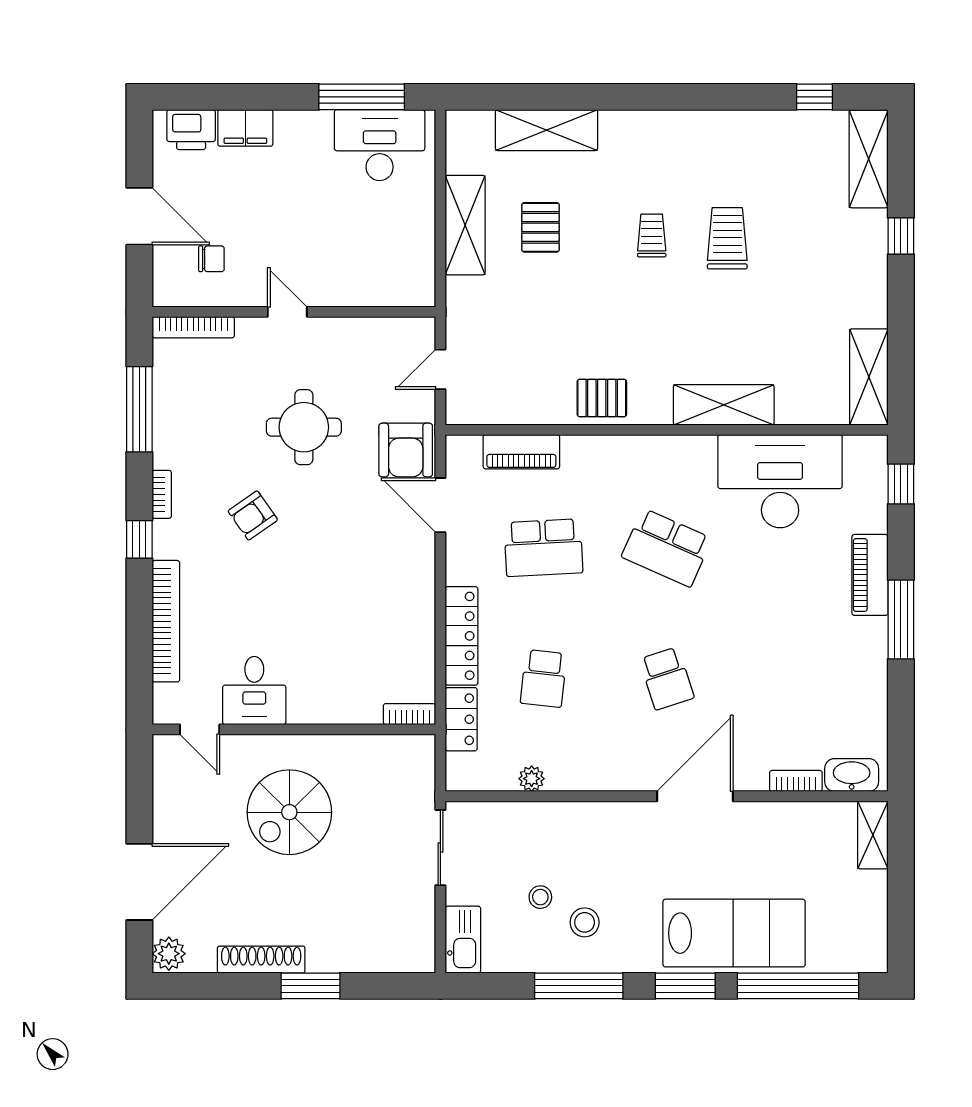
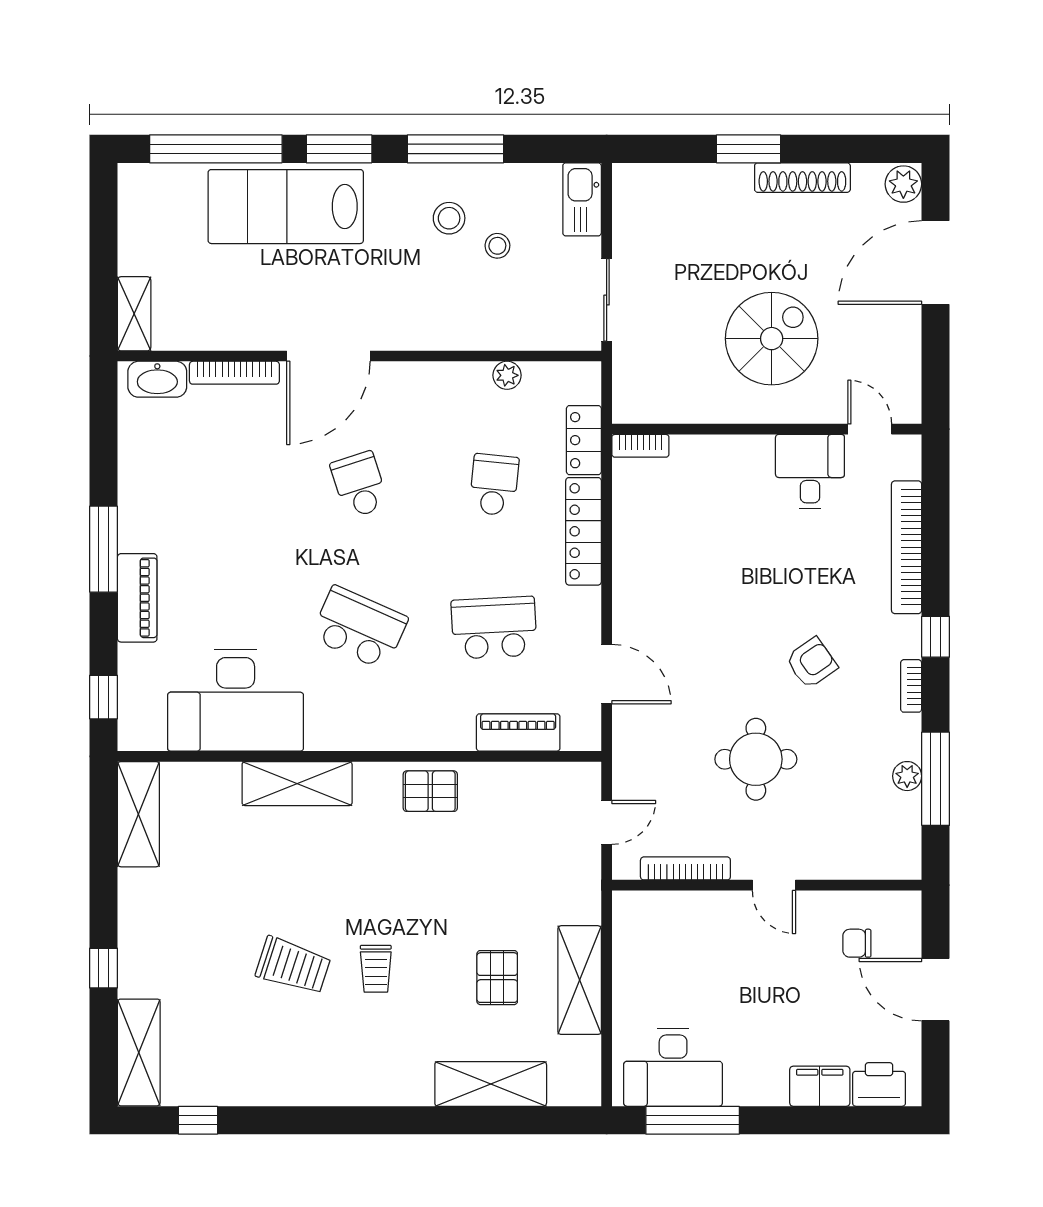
trolley: (727, 238) -> (293, 966), turned -72
bookcase: (193, 327) -> (685, 868), moved
plant: (165, 412) -> (907, 776), added
armchair: (406, 450) -> (645, 734), removed
bookcase: (796, 781) -> (234, 373), width x1.56

